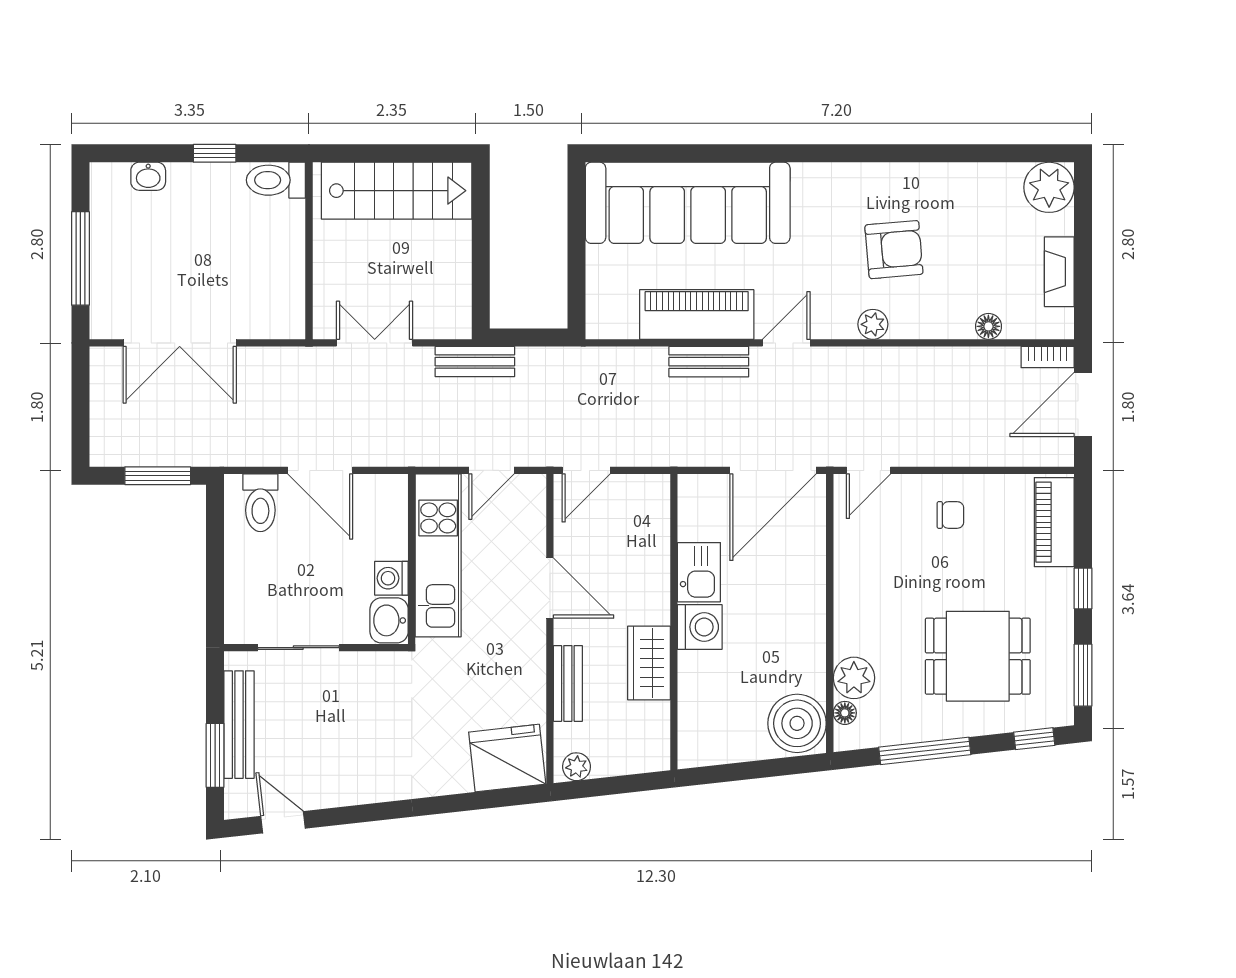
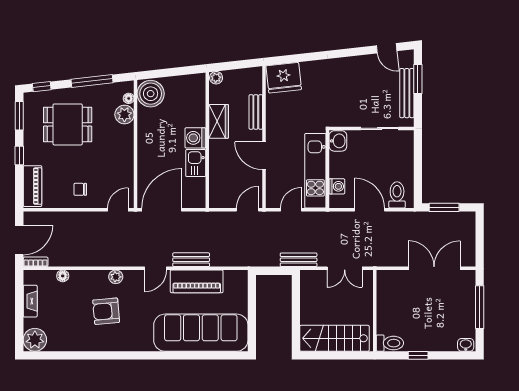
washbasin: (148, 176) -> (466, 345), moved
washing machine: (391, 578) -> (337, 186), moved
plant: (576, 767) -> (216, 78), moved

